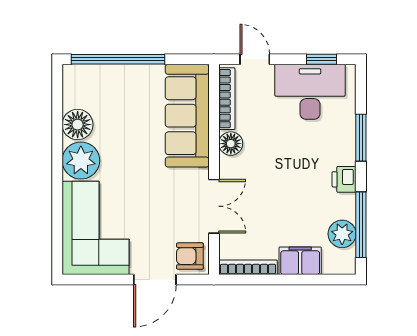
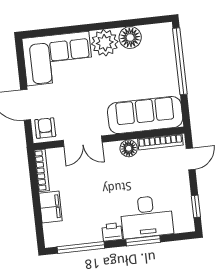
desk: (310, 92) -> (147, 217), moved, turned 90
plant: (342, 234) -> (73, 235), removed

